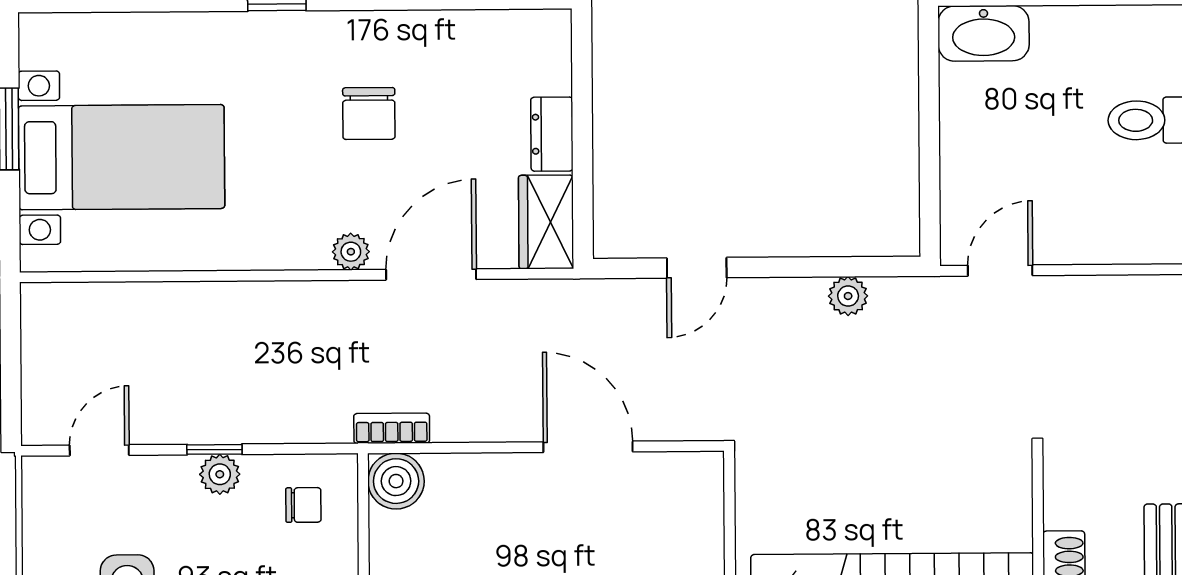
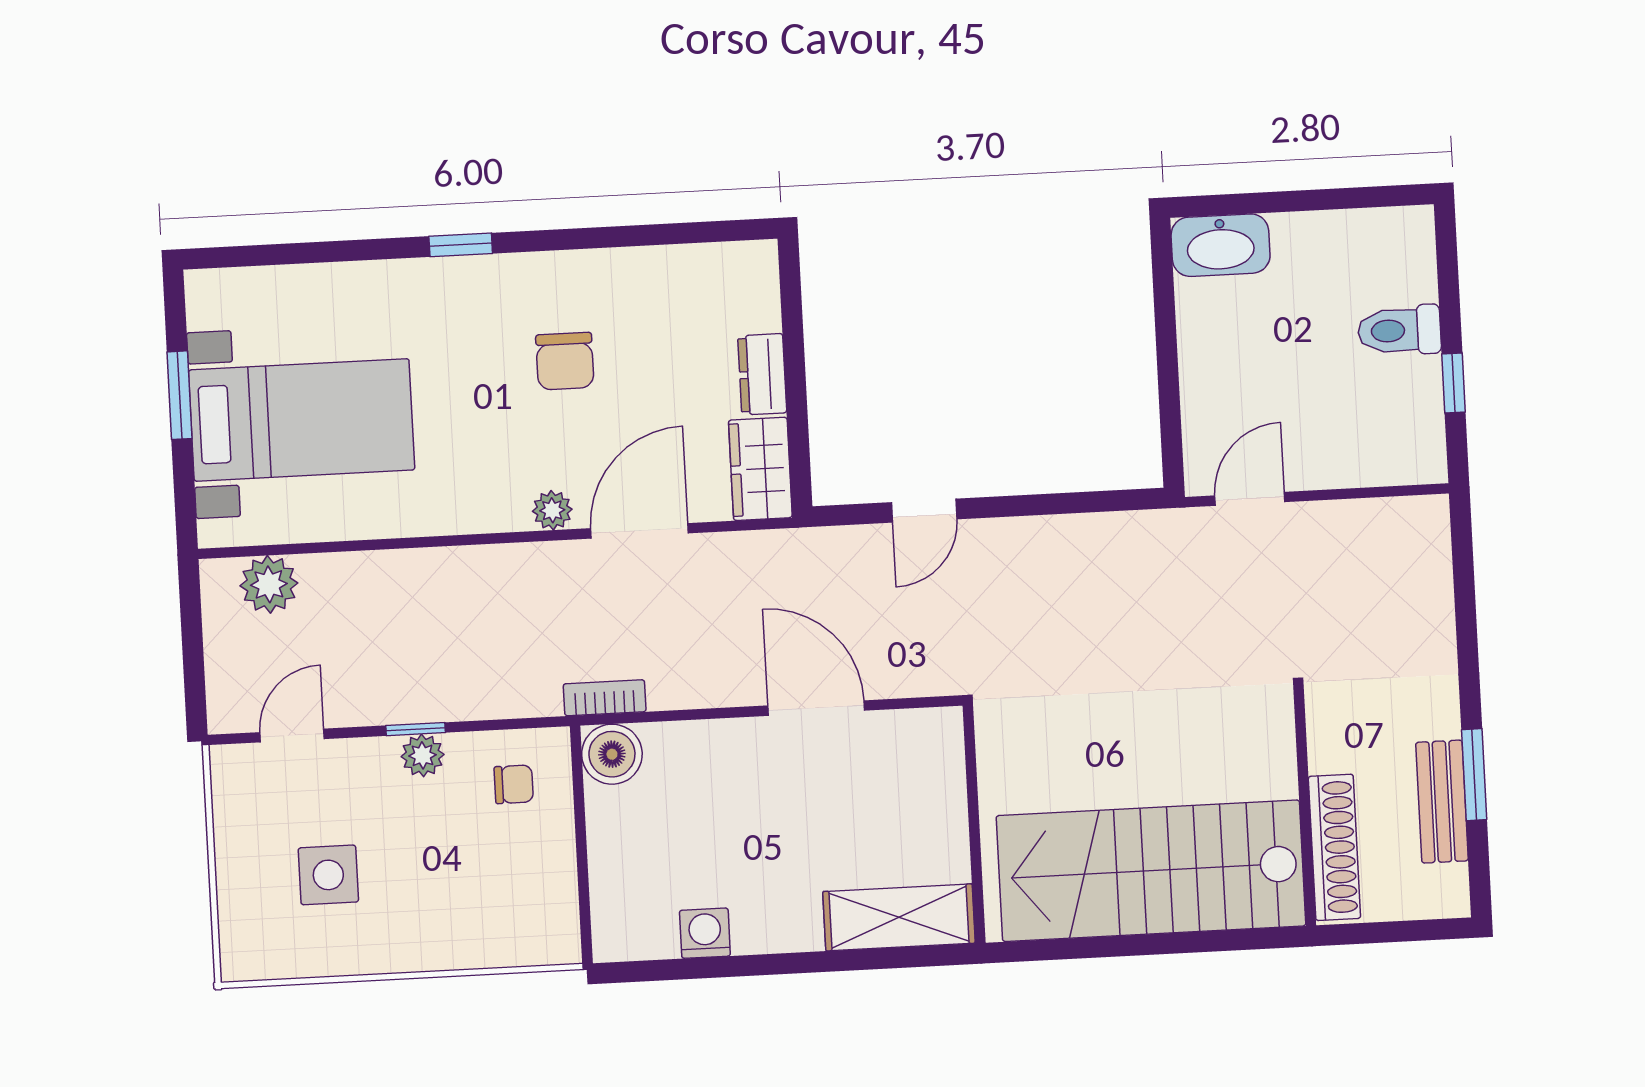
plant: (848, 296) -> (269, 584), moved, width x1.38, depth x1.38

